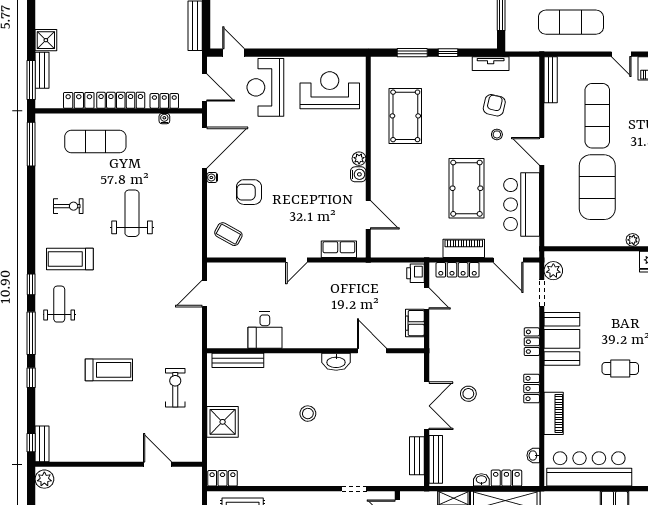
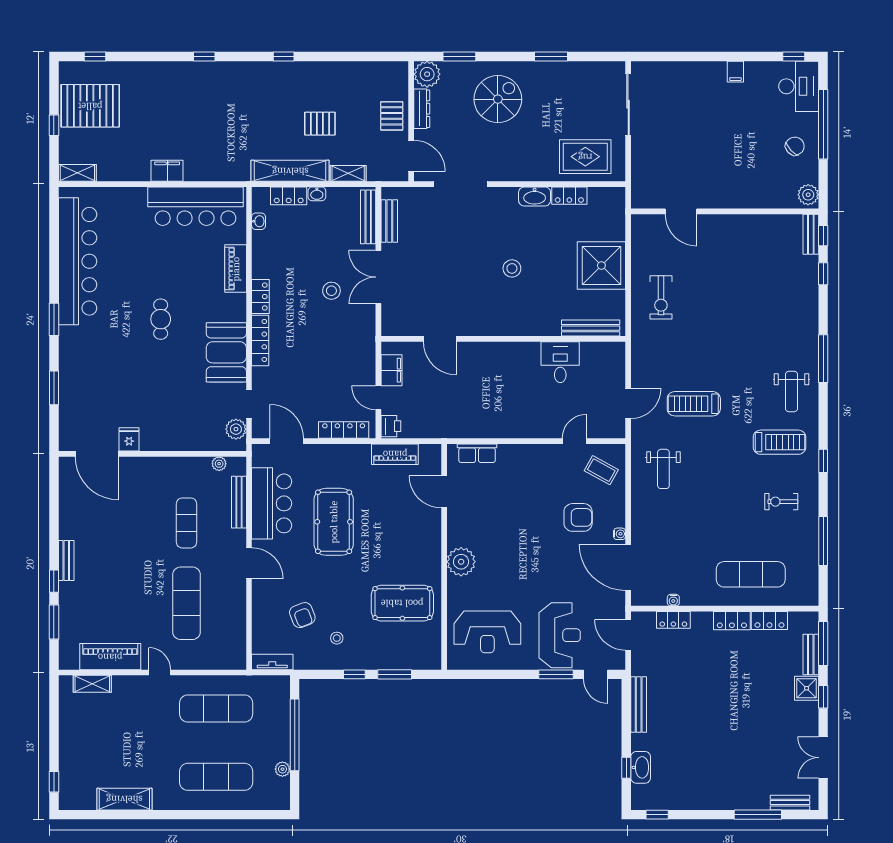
window: (31, 33) -> (823, 697), added
window: (269, 53) -> (556, 674), added
tv unit: (491, 64) -> (272, 662), moved
bench: (551, 80) -> (239, 502), moved
locker: (121, 100) -> (732, 621), width x0.66
armchair: (494, 105) -> (302, 615), turned -34
pool table: (405, 116) -> (402, 603), turned 90
stool: (497, 134) -> (337, 638), moved
window: (31, 144) -> (823, 541), moved
door: (205, 148) -> (628, 567), hinge flipped
plant: (359, 159) -> (461, 562), width x1.88, depth x1.88
water cooler: (358, 174) -> (455, 537), removed
exercise mat: (597, 187) -> (187, 523), width x0.50, depth x0.69
weight bench: (132, 213) -> (663, 469), moved, width x0.73, depth x0.75
plant: (633, 240) -> (219, 464), moved
piano: (464, 248) -> (395, 454), moved
door: (296, 260) -> (574, 441), moved
window: (31, 284) -> (823, 461), moved
locker: (532, 342) -> (260, 340), width x1.53
washbasin: (336, 362) -> (535, 196), moved, turned 180
cafe table: (620, 368) -> (161, 319), turned 90
treadmill: (109, 370) -> (694, 404), moved
window: (31, 378) -> (823, 274), moved
shower: (223, 422) -> (601, 265), width x1.37, depth x1.37
locker: (222, 478) -> (569, 196), moved
doorway: (354, 489) -> (460, 184), width x1.87

